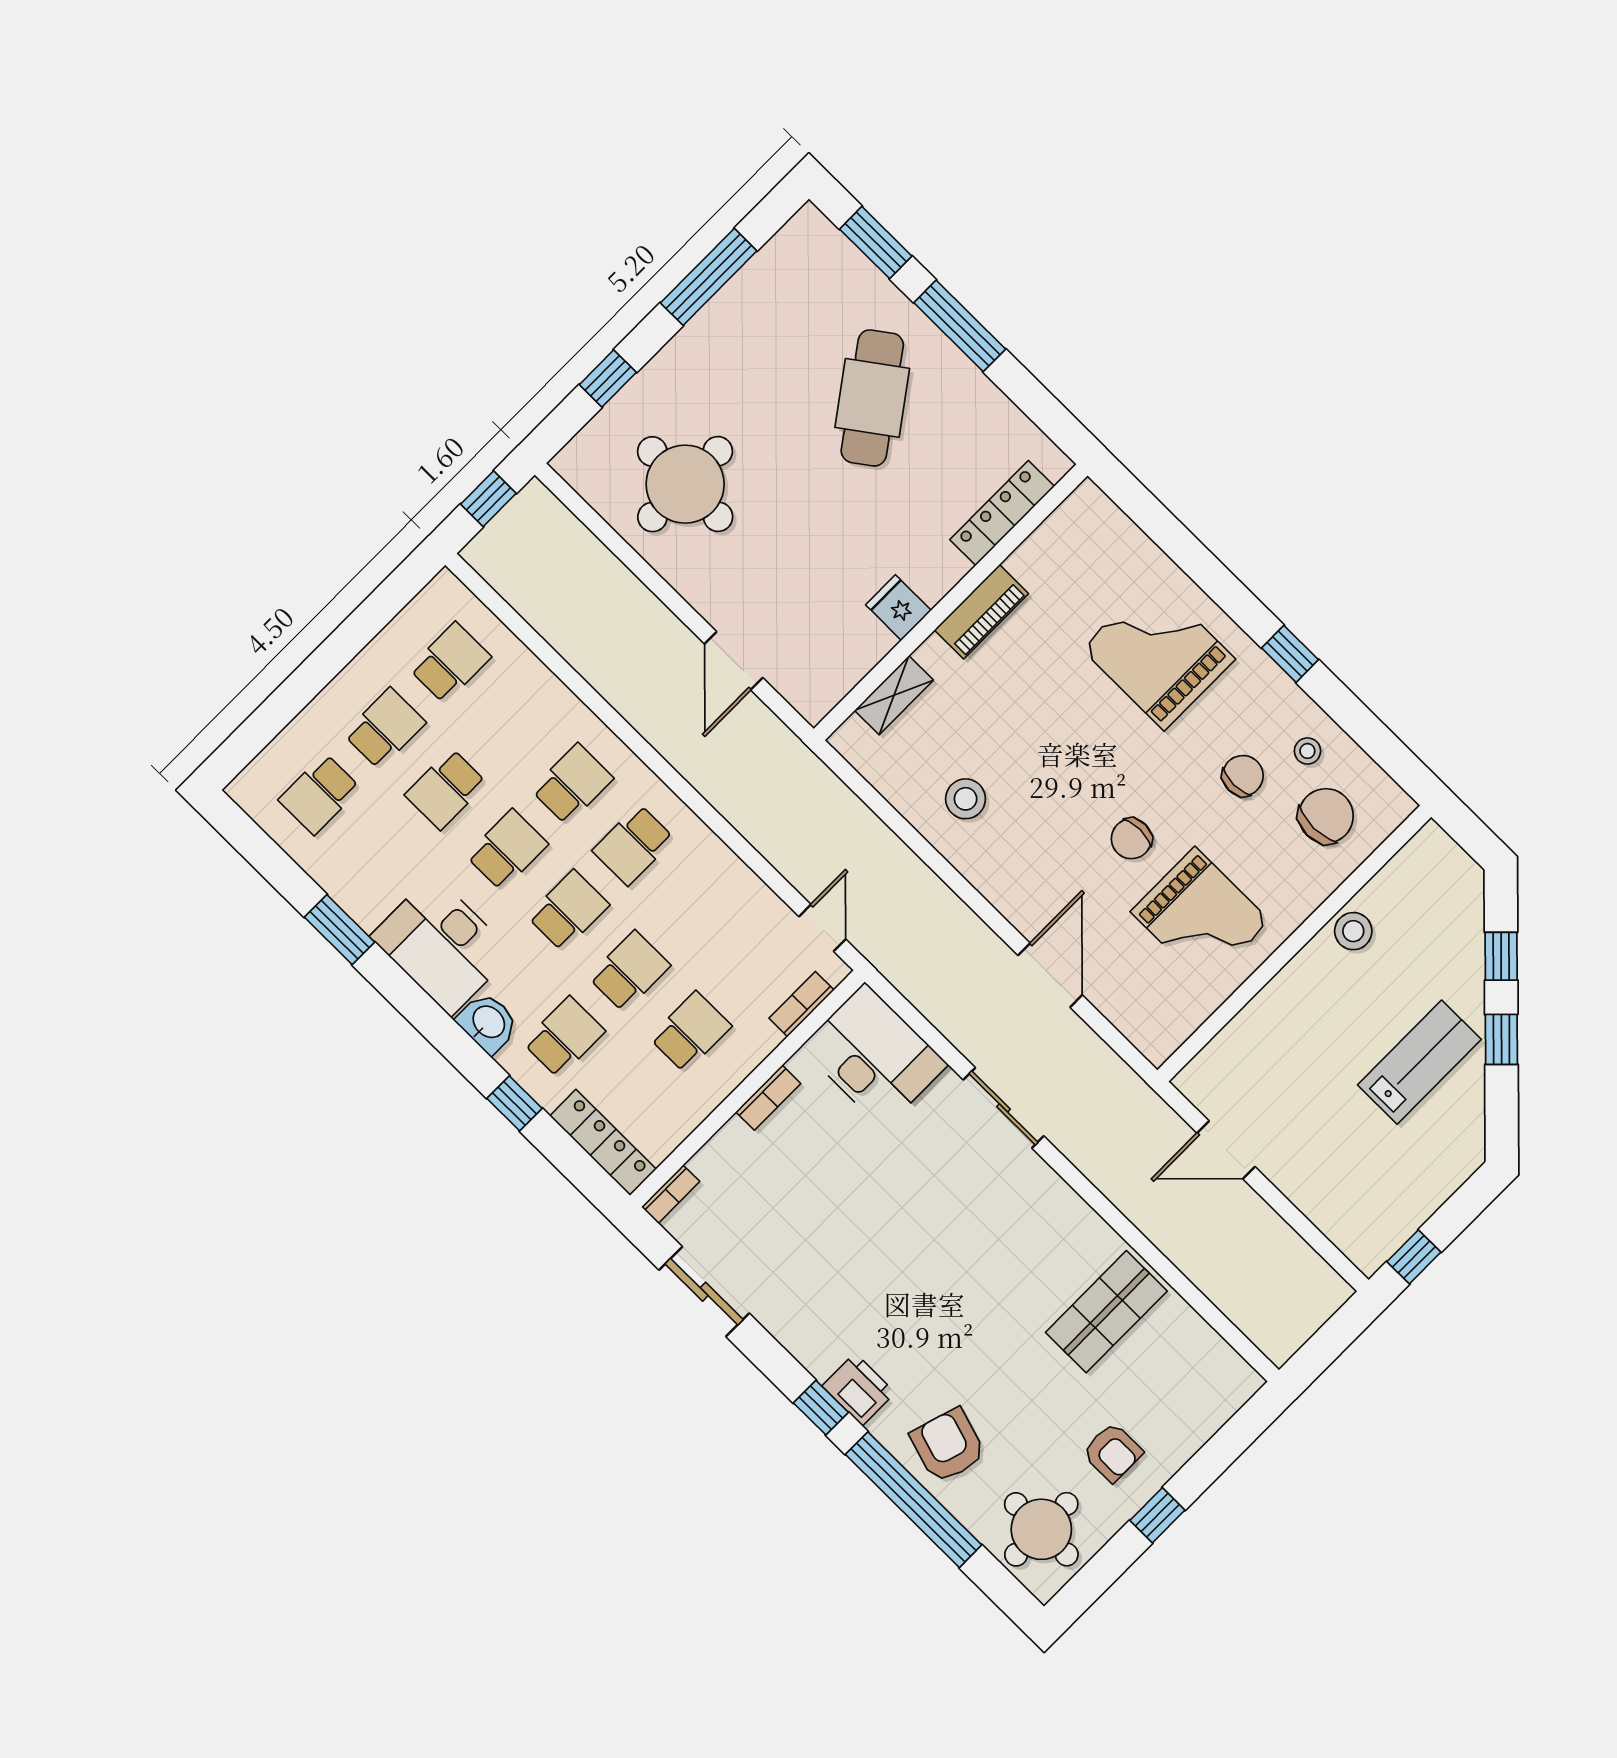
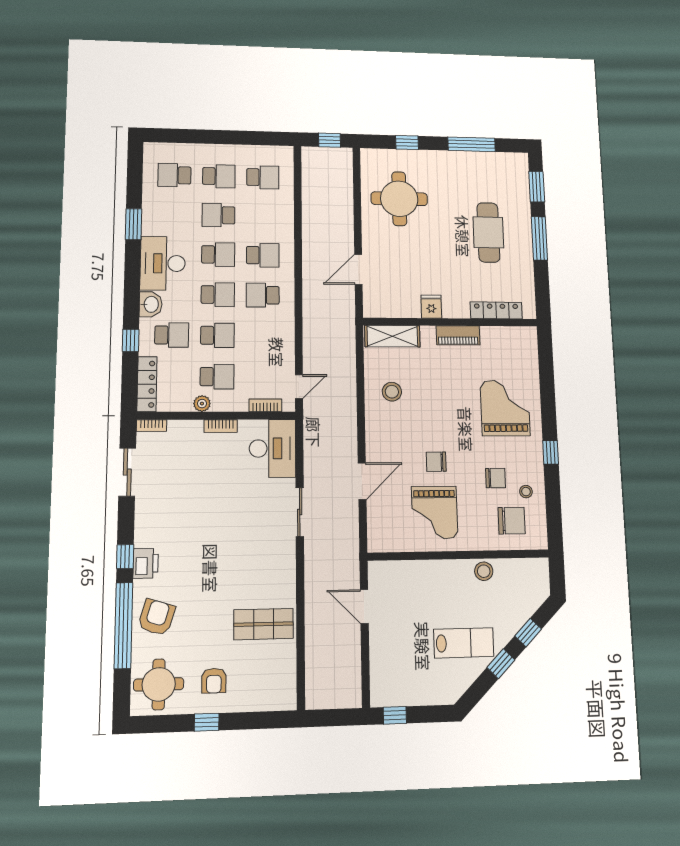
cafe table: (872, 398) -> (488, 232), turned -54
shelving: (894, 695) -> (392, 336), width x1.50, depth x1.33
plant: (709, 1092) -> (202, 404), added

